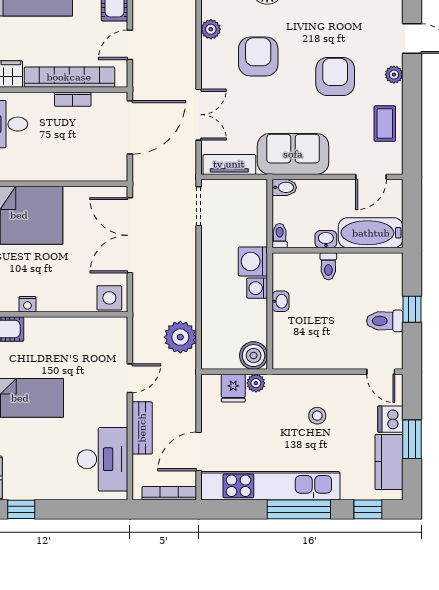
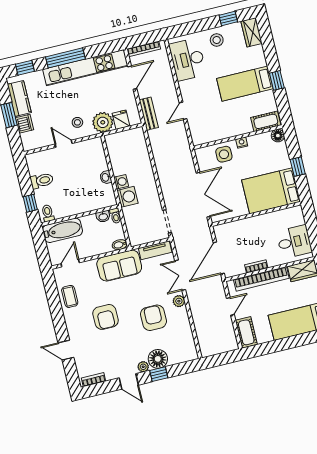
plant: (211, 29) -> (179, 301), moved
armchair: (258, 57) -> (153, 318), turned 180
plant: (394, 75) -> (71, 326), removed
washbasin: (326, 239) -> (103, 216), moved
toilet: (328, 266) -> (48, 213), moved
side table: (109, 298) -> (224, 154), moved
nightstand: (27, 304) -> (242, 143), moved
window: (412, 309) -> (30, 203), moved
plant: (180, 337) -> (159, 142), removed
boiler: (254, 356) -> (114, 142), removed
door: (381, 372) -> (64, 144), moved
plant: (256, 383) -> (103, 122), width x1.88, depth x1.88
stool: (317, 416) -> (77, 122), moved
bench: (142, 428) -> (149, 114), moved
stool: (48, 479) -> (217, 40), added

